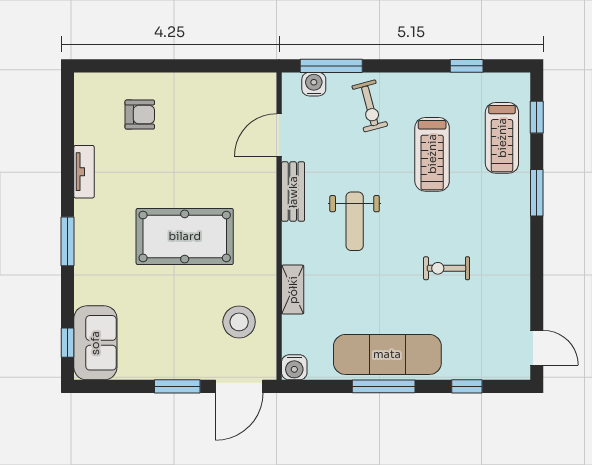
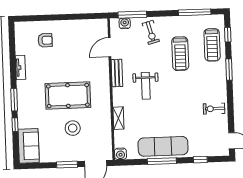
window: (467, 66) -> (195, 12), width x2.17
exercise bike: (447, 268) -> (214, 109), moved
stool: (239, 322) -> (73, 128), moved
window: (68, 343) -> (15, 125), moved

